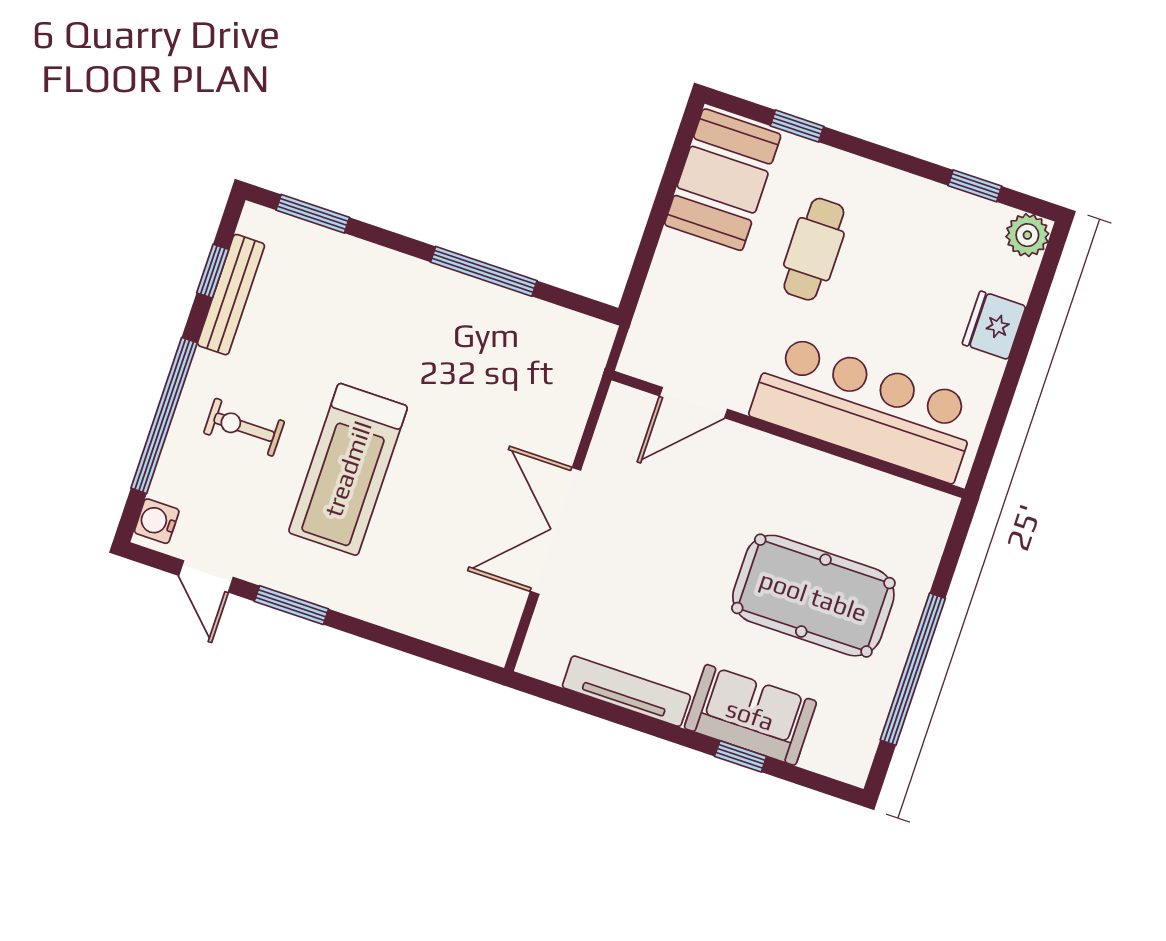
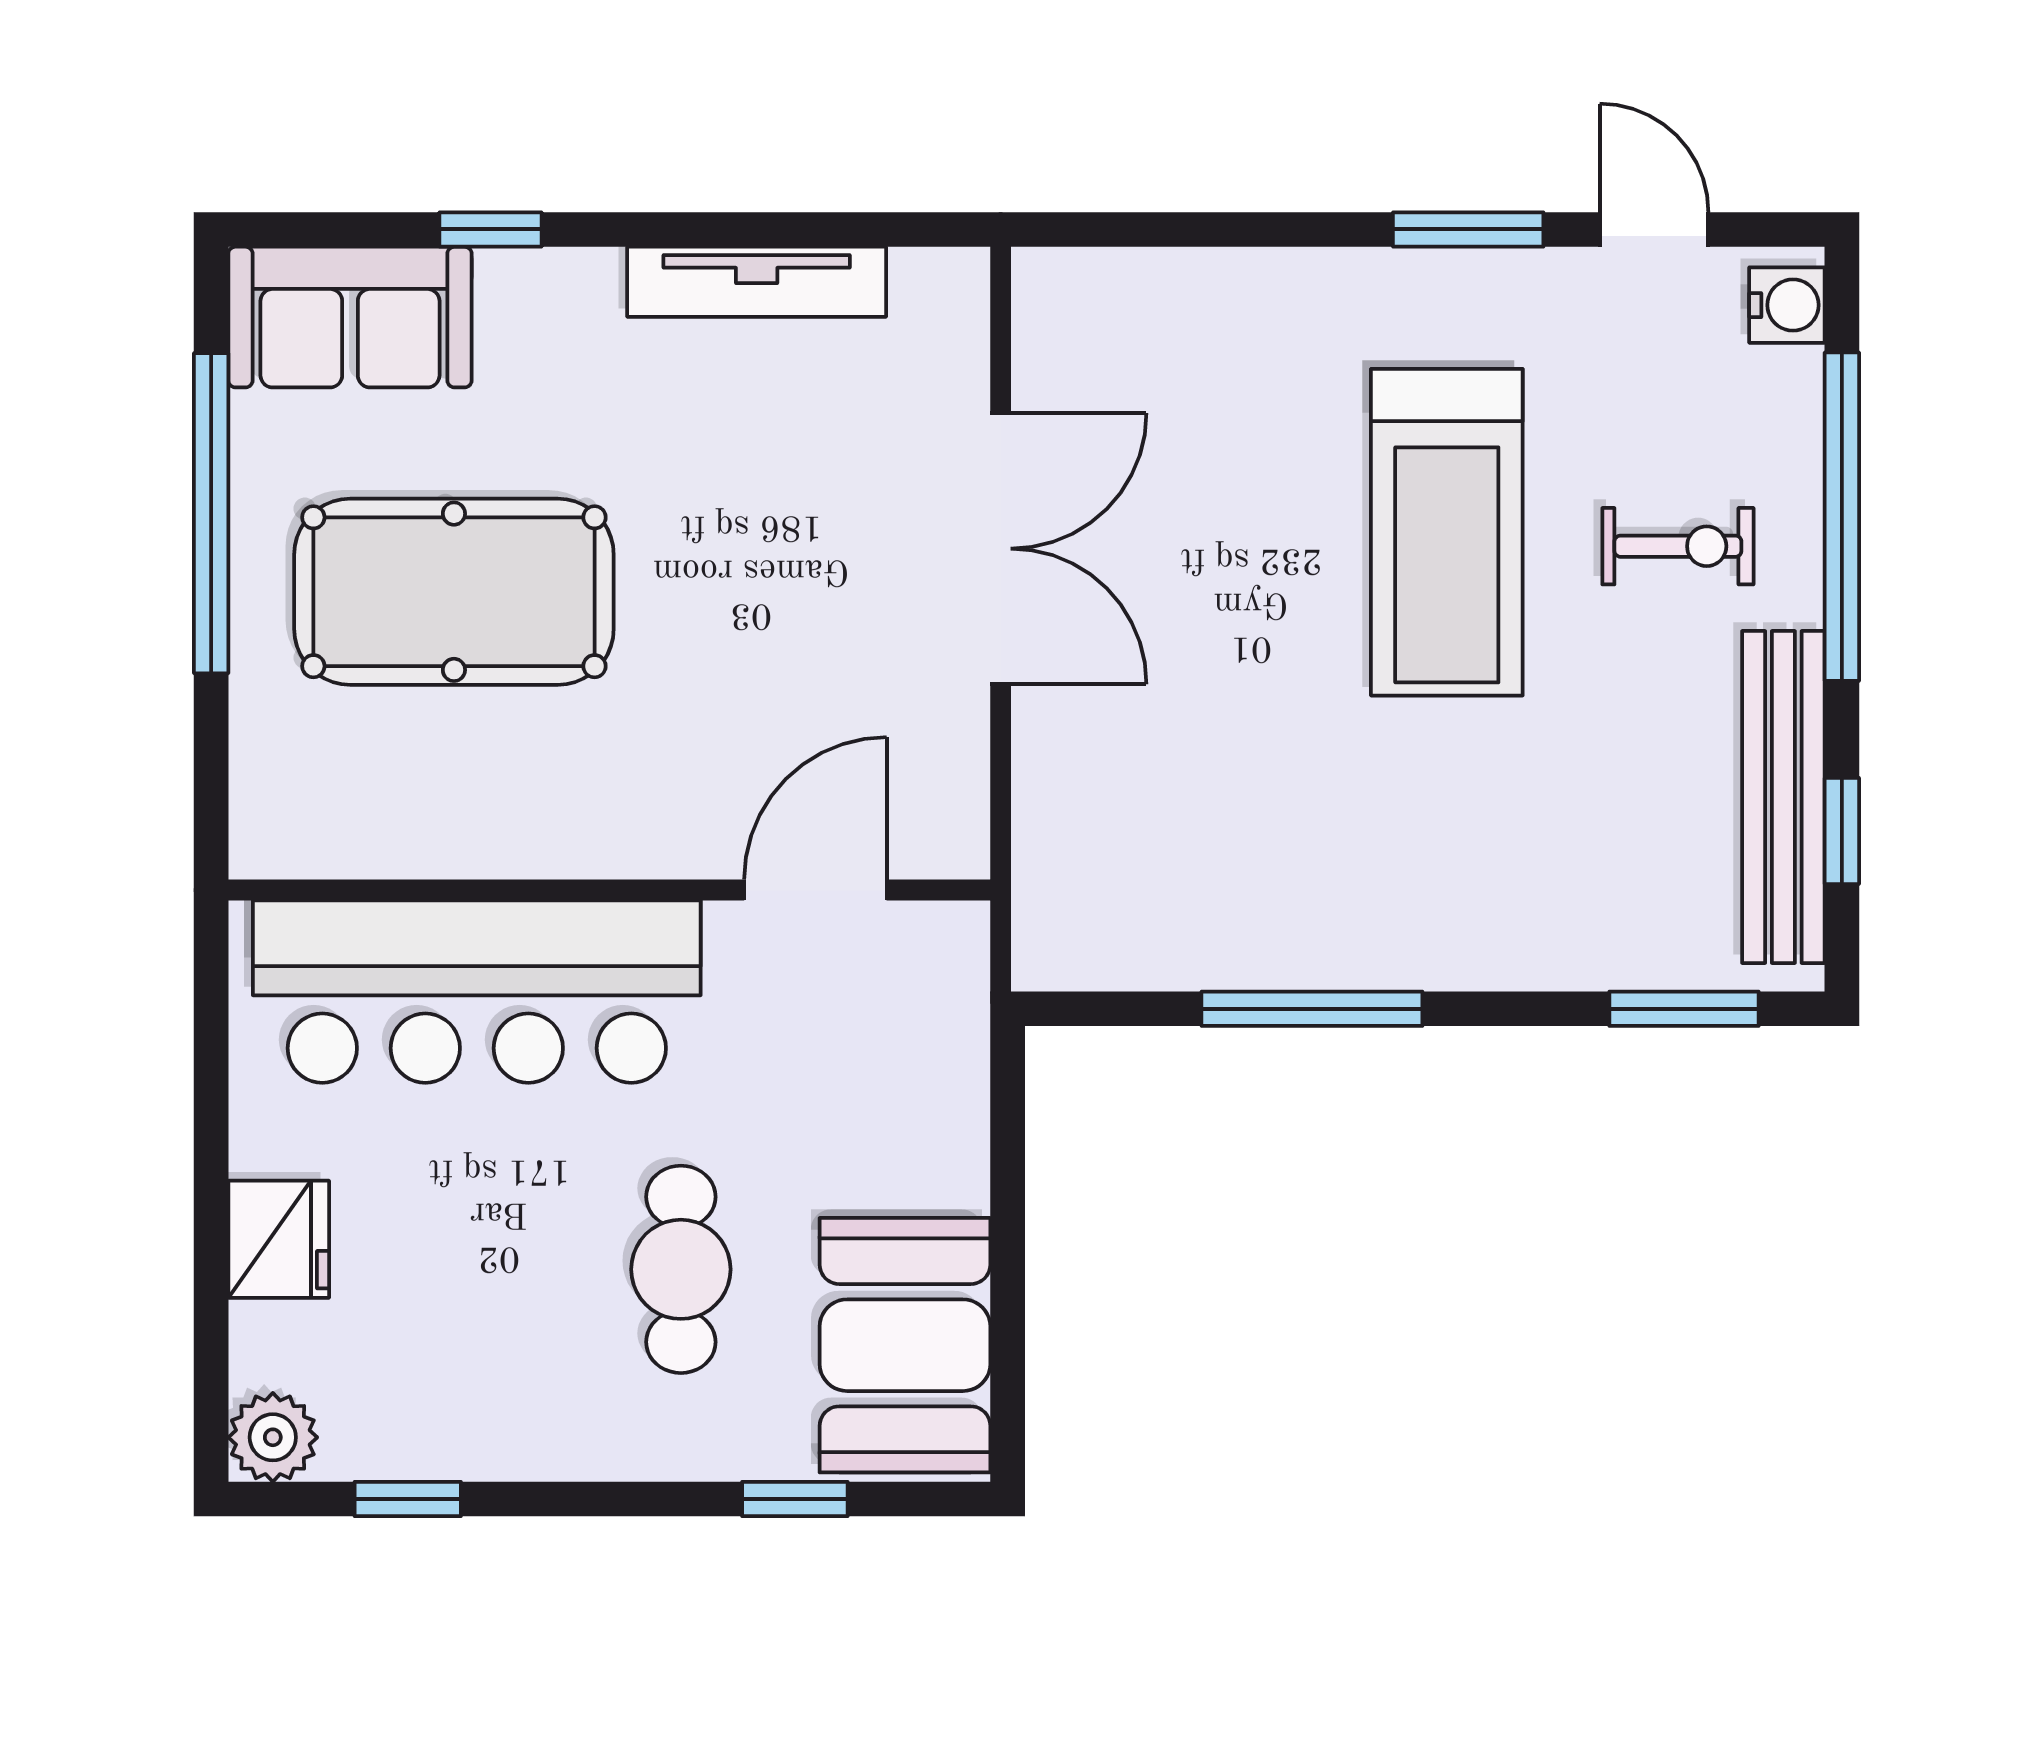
bench: (231, 295) -> (1783, 797), width x1.37, depth x1.21
treadmill: (348, 469) -> (1447, 532), turned 180
sofa: (750, 715) -> (350, 317), moved

